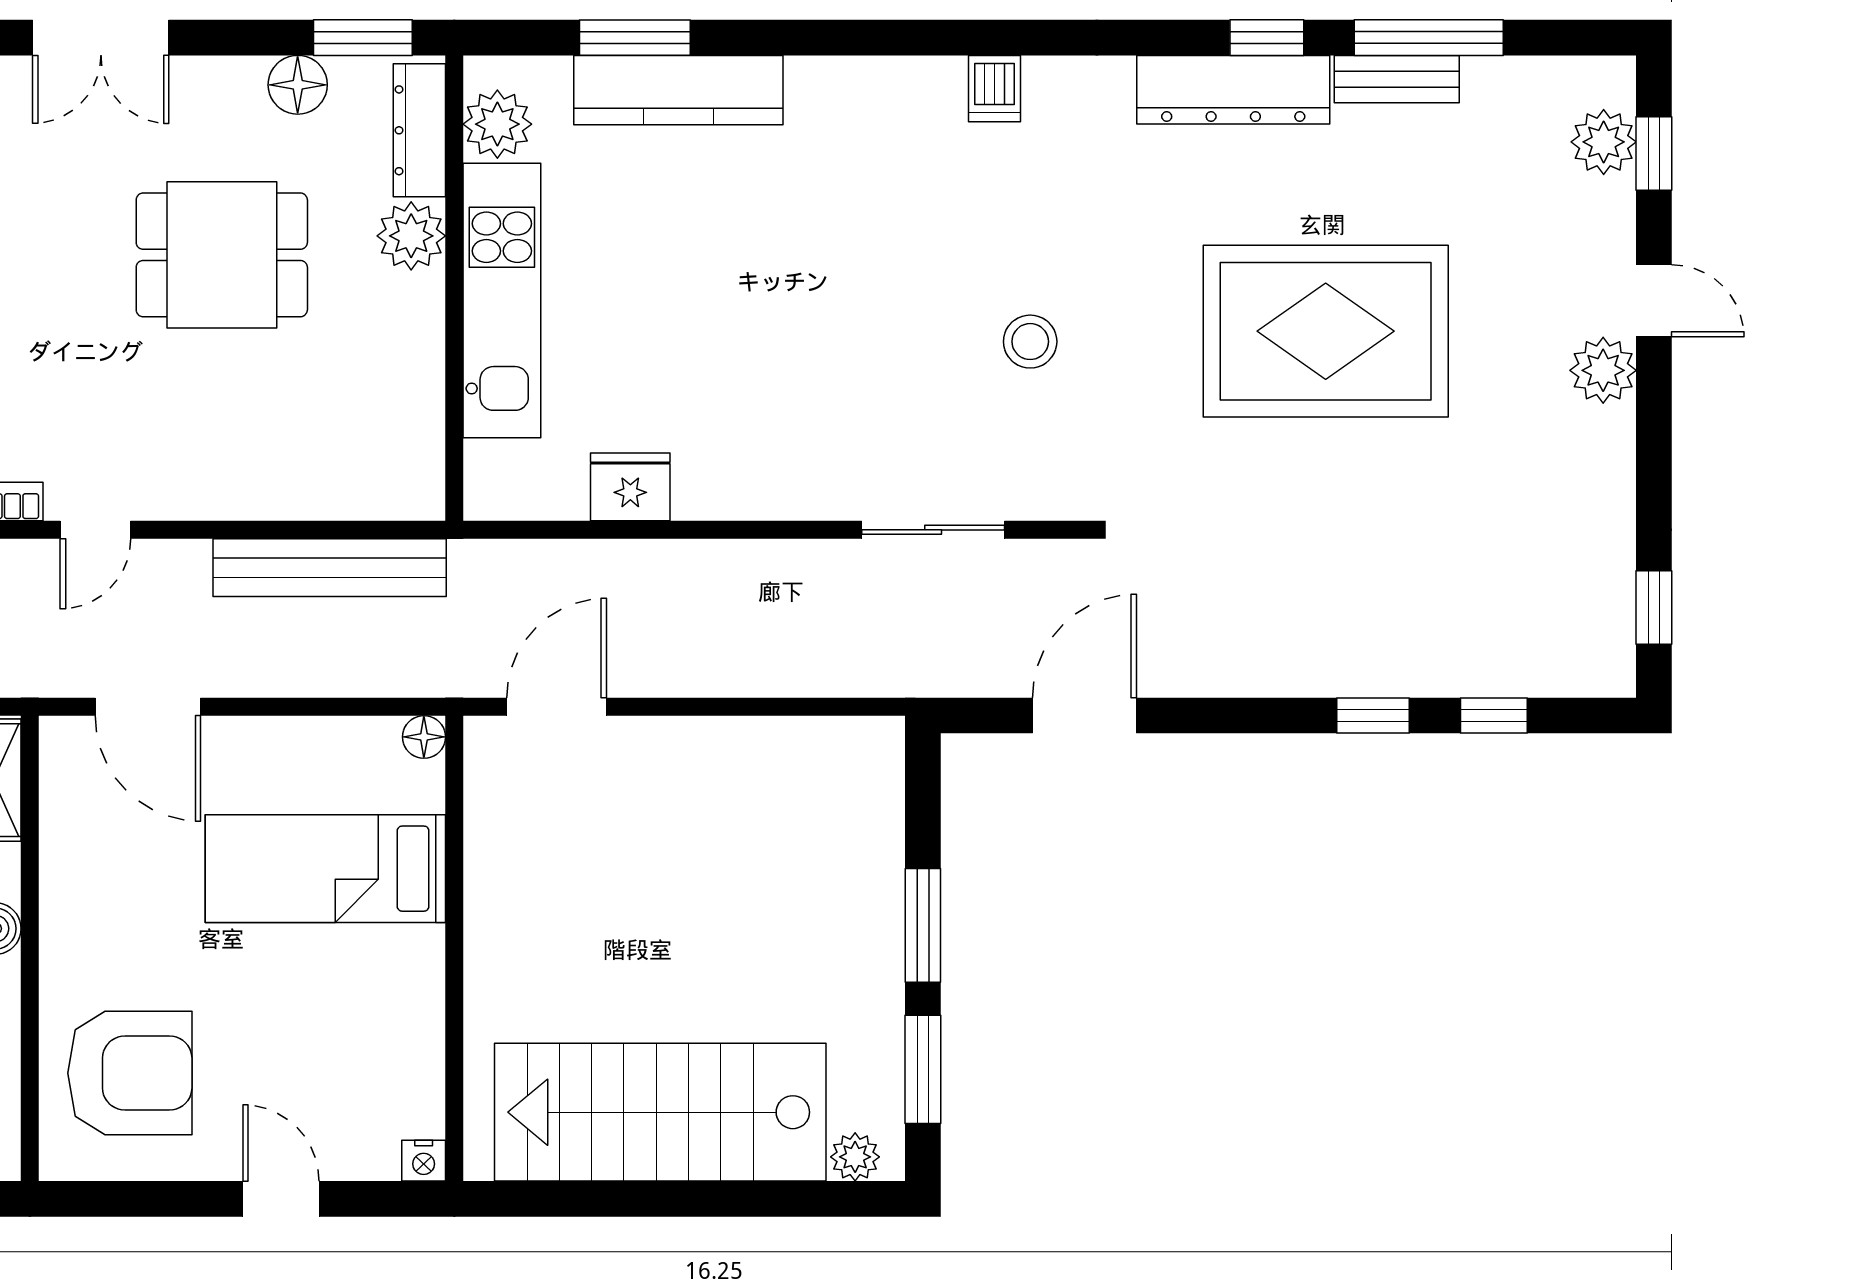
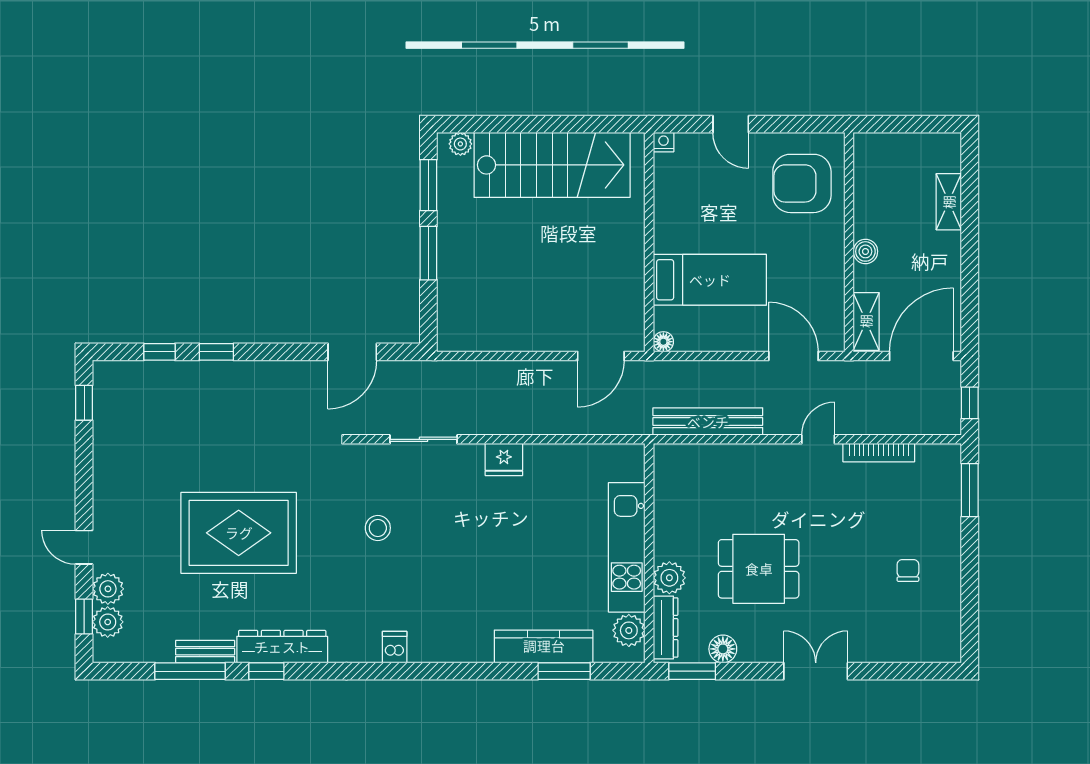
plant: (1603, 370) -> (108, 589), moved
fridge: (630, 487) -> (504, 460), moved

